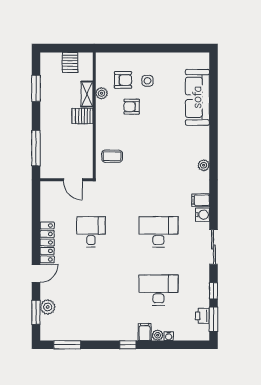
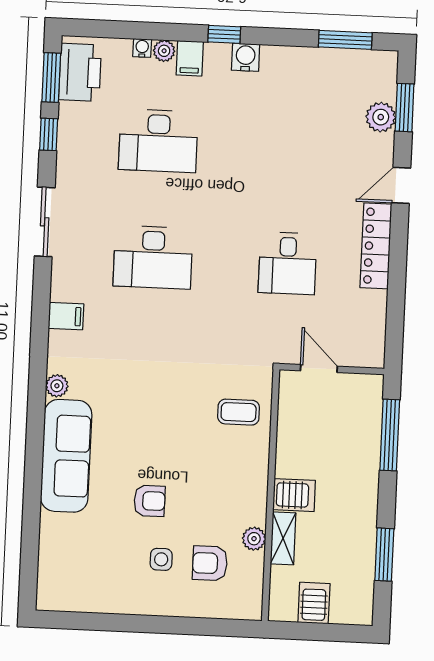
sofa: (197, 97) -> (66, 456), moved
armchair: (132, 107) -> (150, 501), moved
water cooler: (202, 215) -> (246, 57), moved, turned 90
printer: (202, 316) -> (80, 72), width x1.87, depth x1.48

